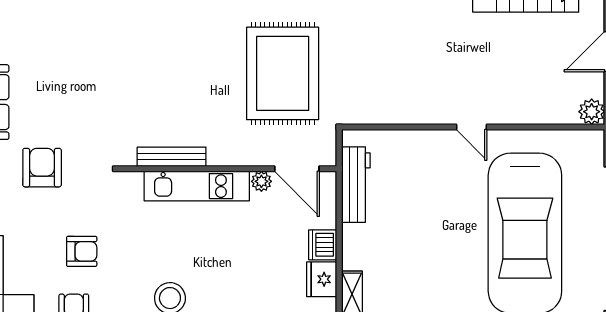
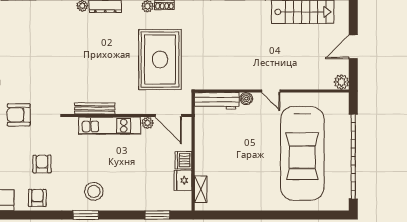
boiler: (430, 140) -> (246, 99), added
armchair: (42, 168) -> (19, 115), turned -90
workbench: (356, 185) -> (217, 101), moved, turned 90
armchair: (82, 251) -> (42, 164), turned -90

